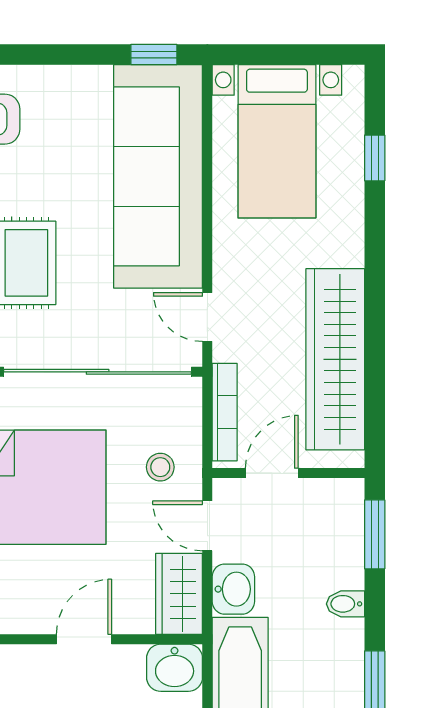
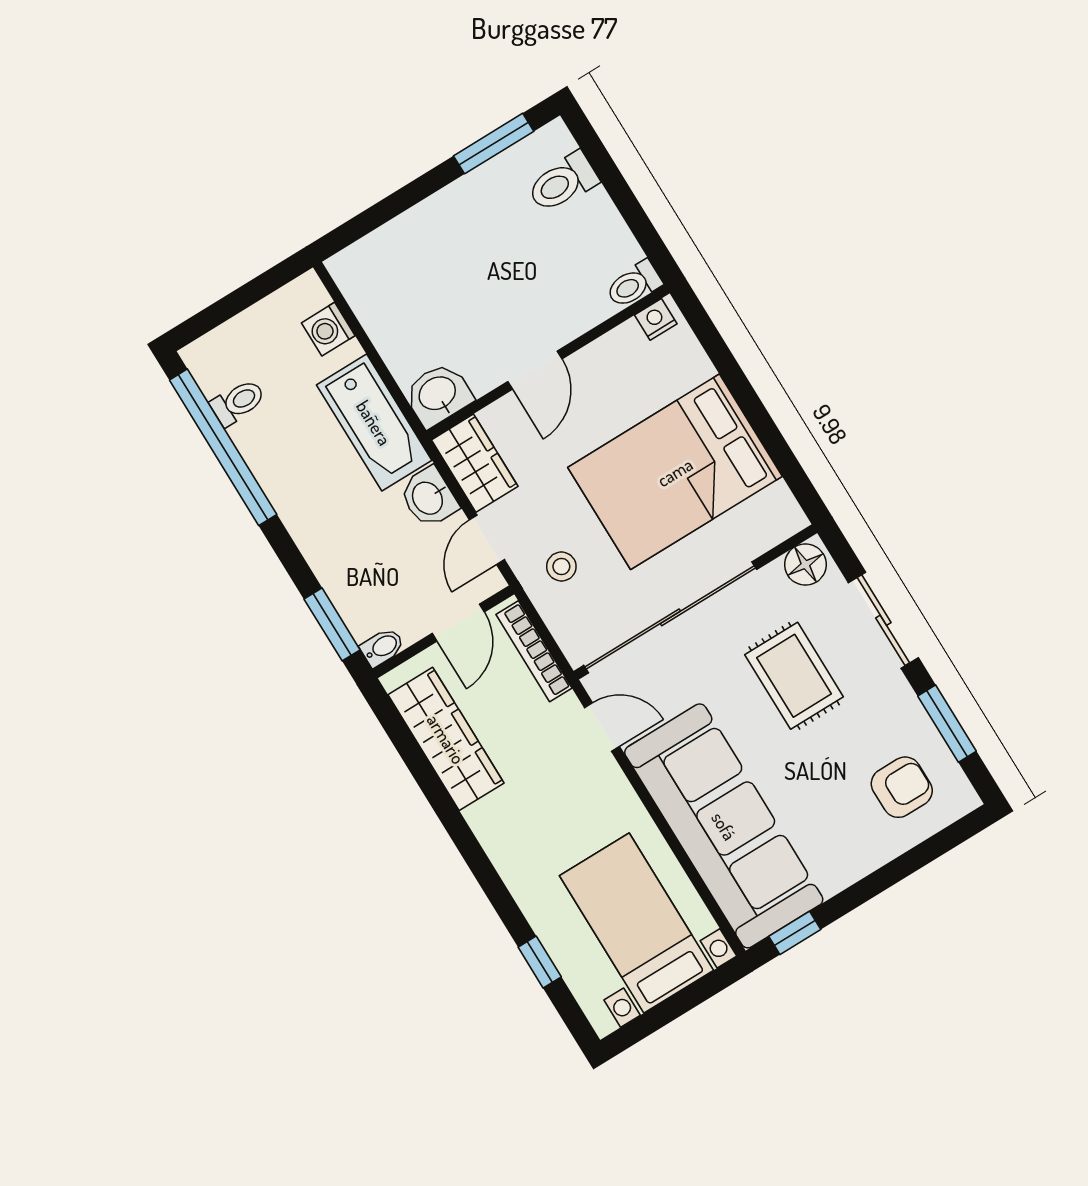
wardrobe: (335, 359) -> (446, 739), width x0.71, depth x0.85
door: (207, 526) -> (487, 540), swing flipped
bidet: (345, 604) -> (382, 647), moved

